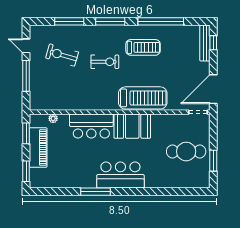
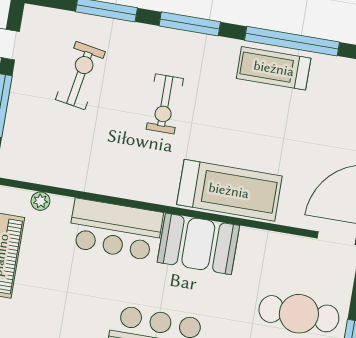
treadmill: (143, 47) -> (274, 68), moved, turned 180
exercise bike: (62, 55) -> (80, 76), turned 84
exercise bike: (105, 62) -> (165, 104), turned 90

